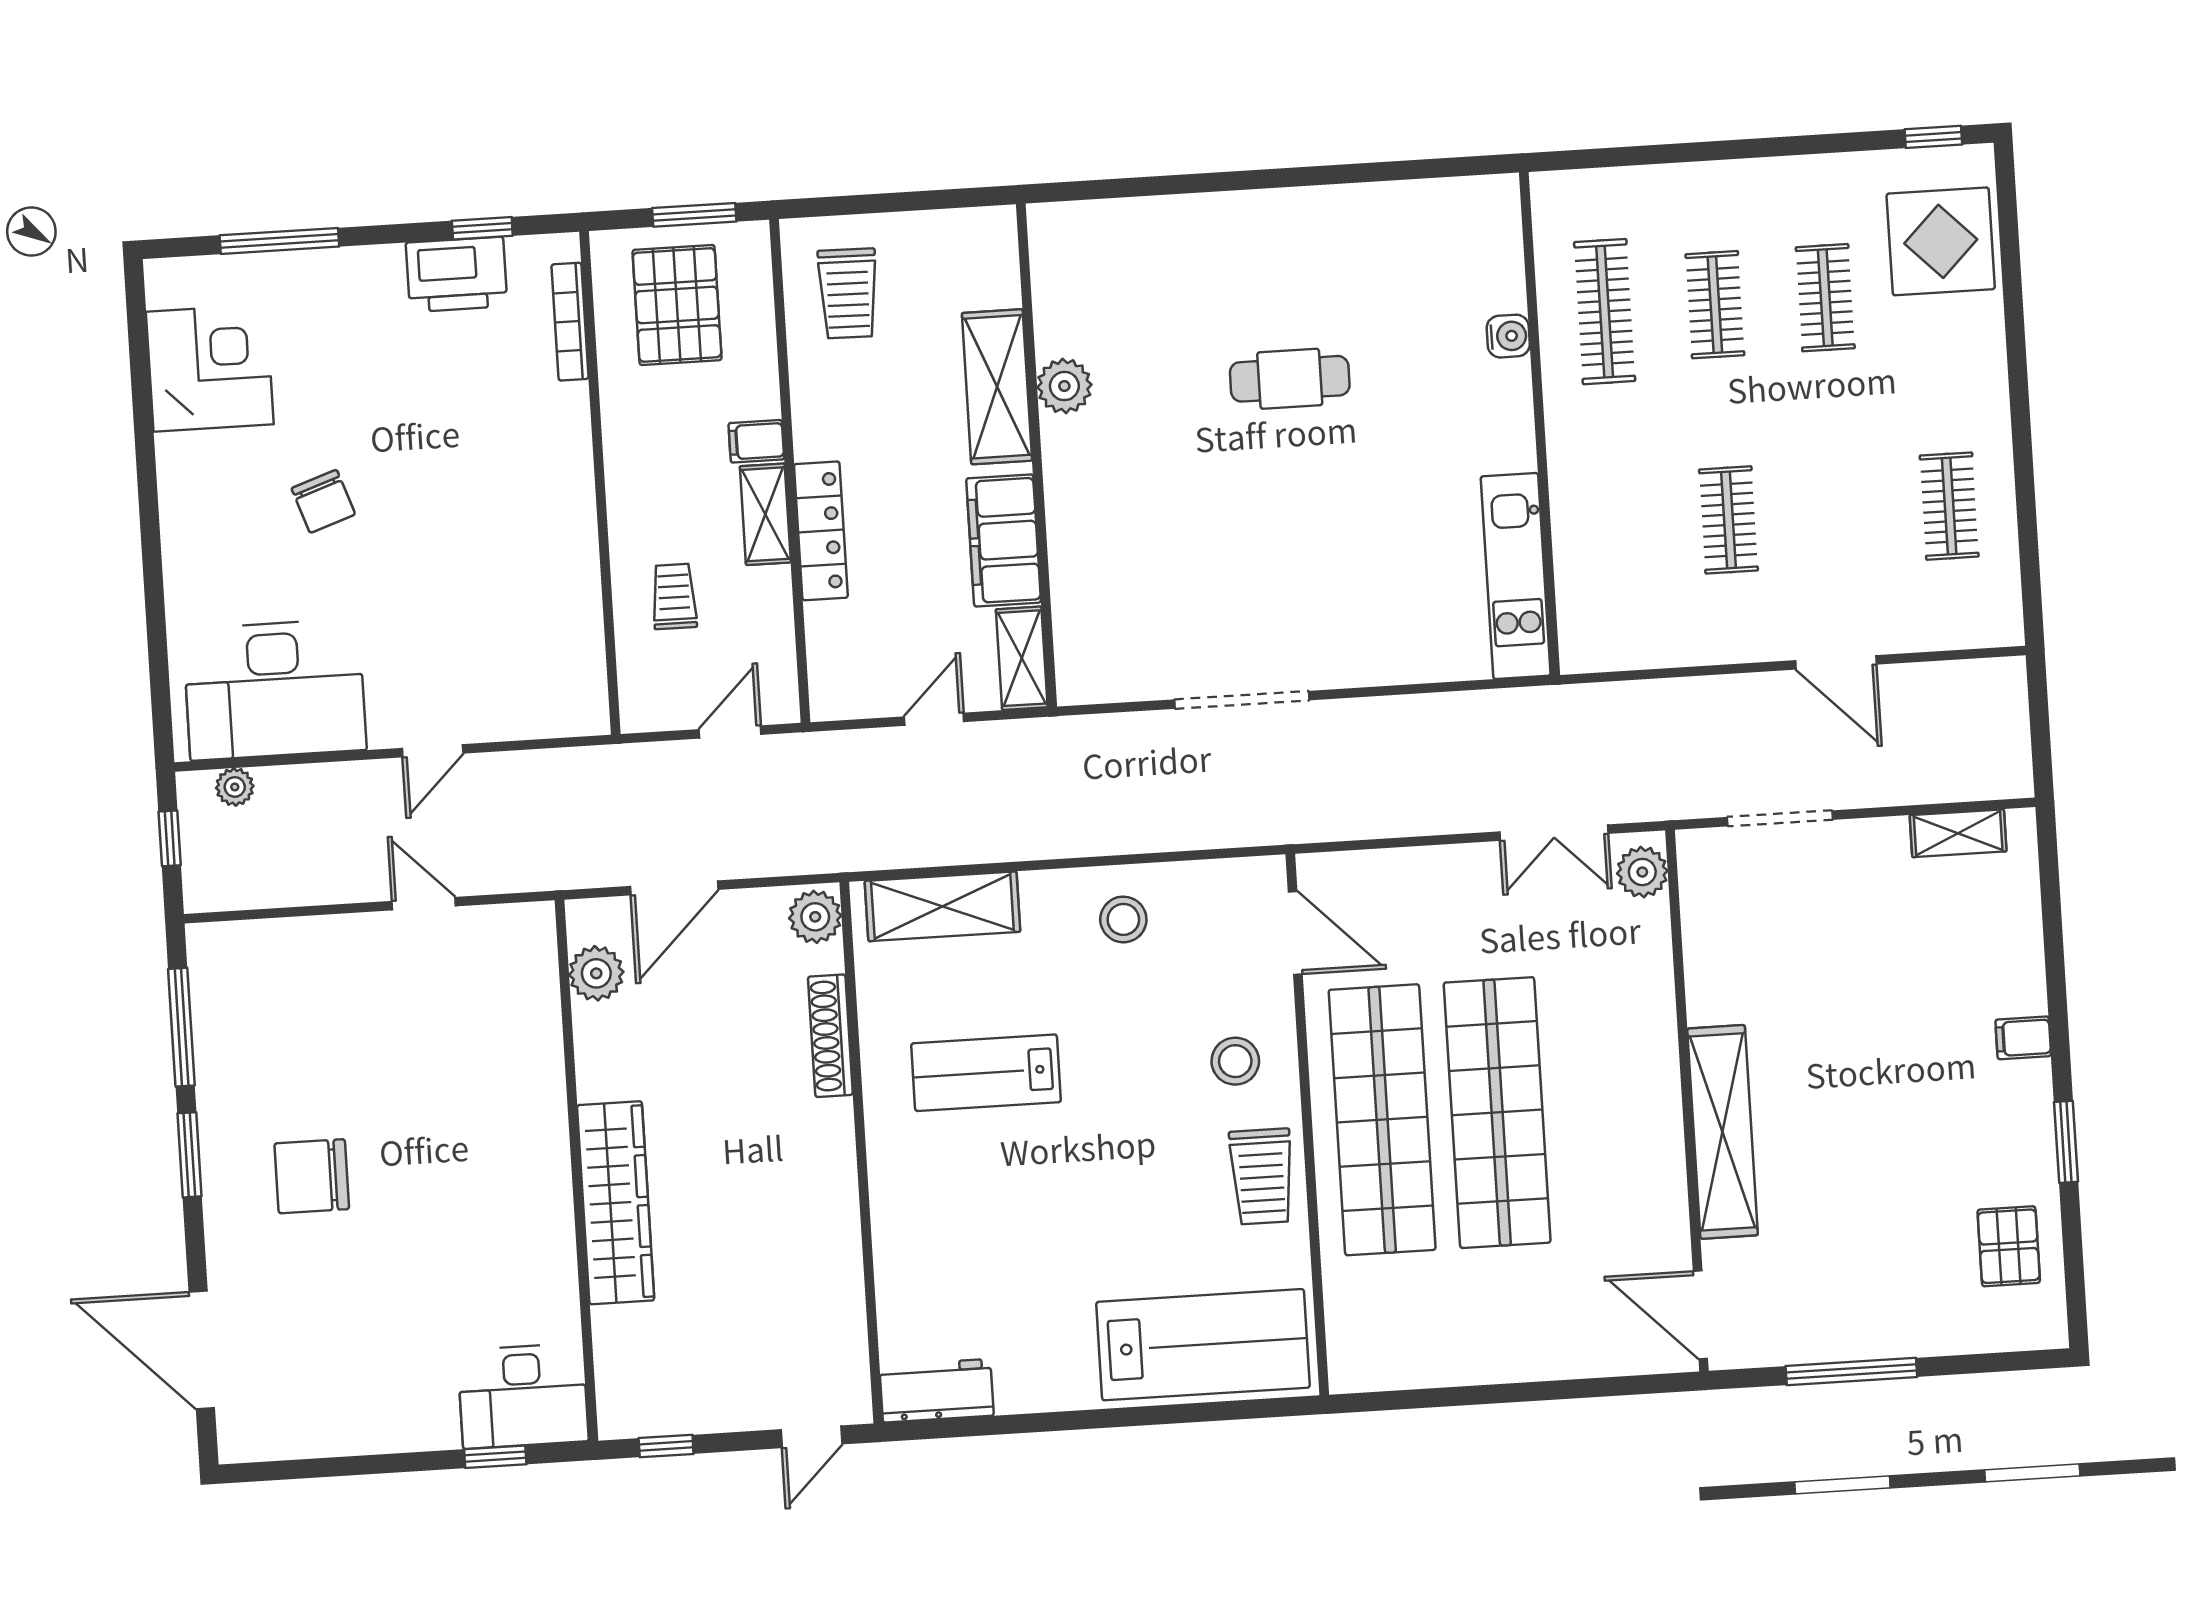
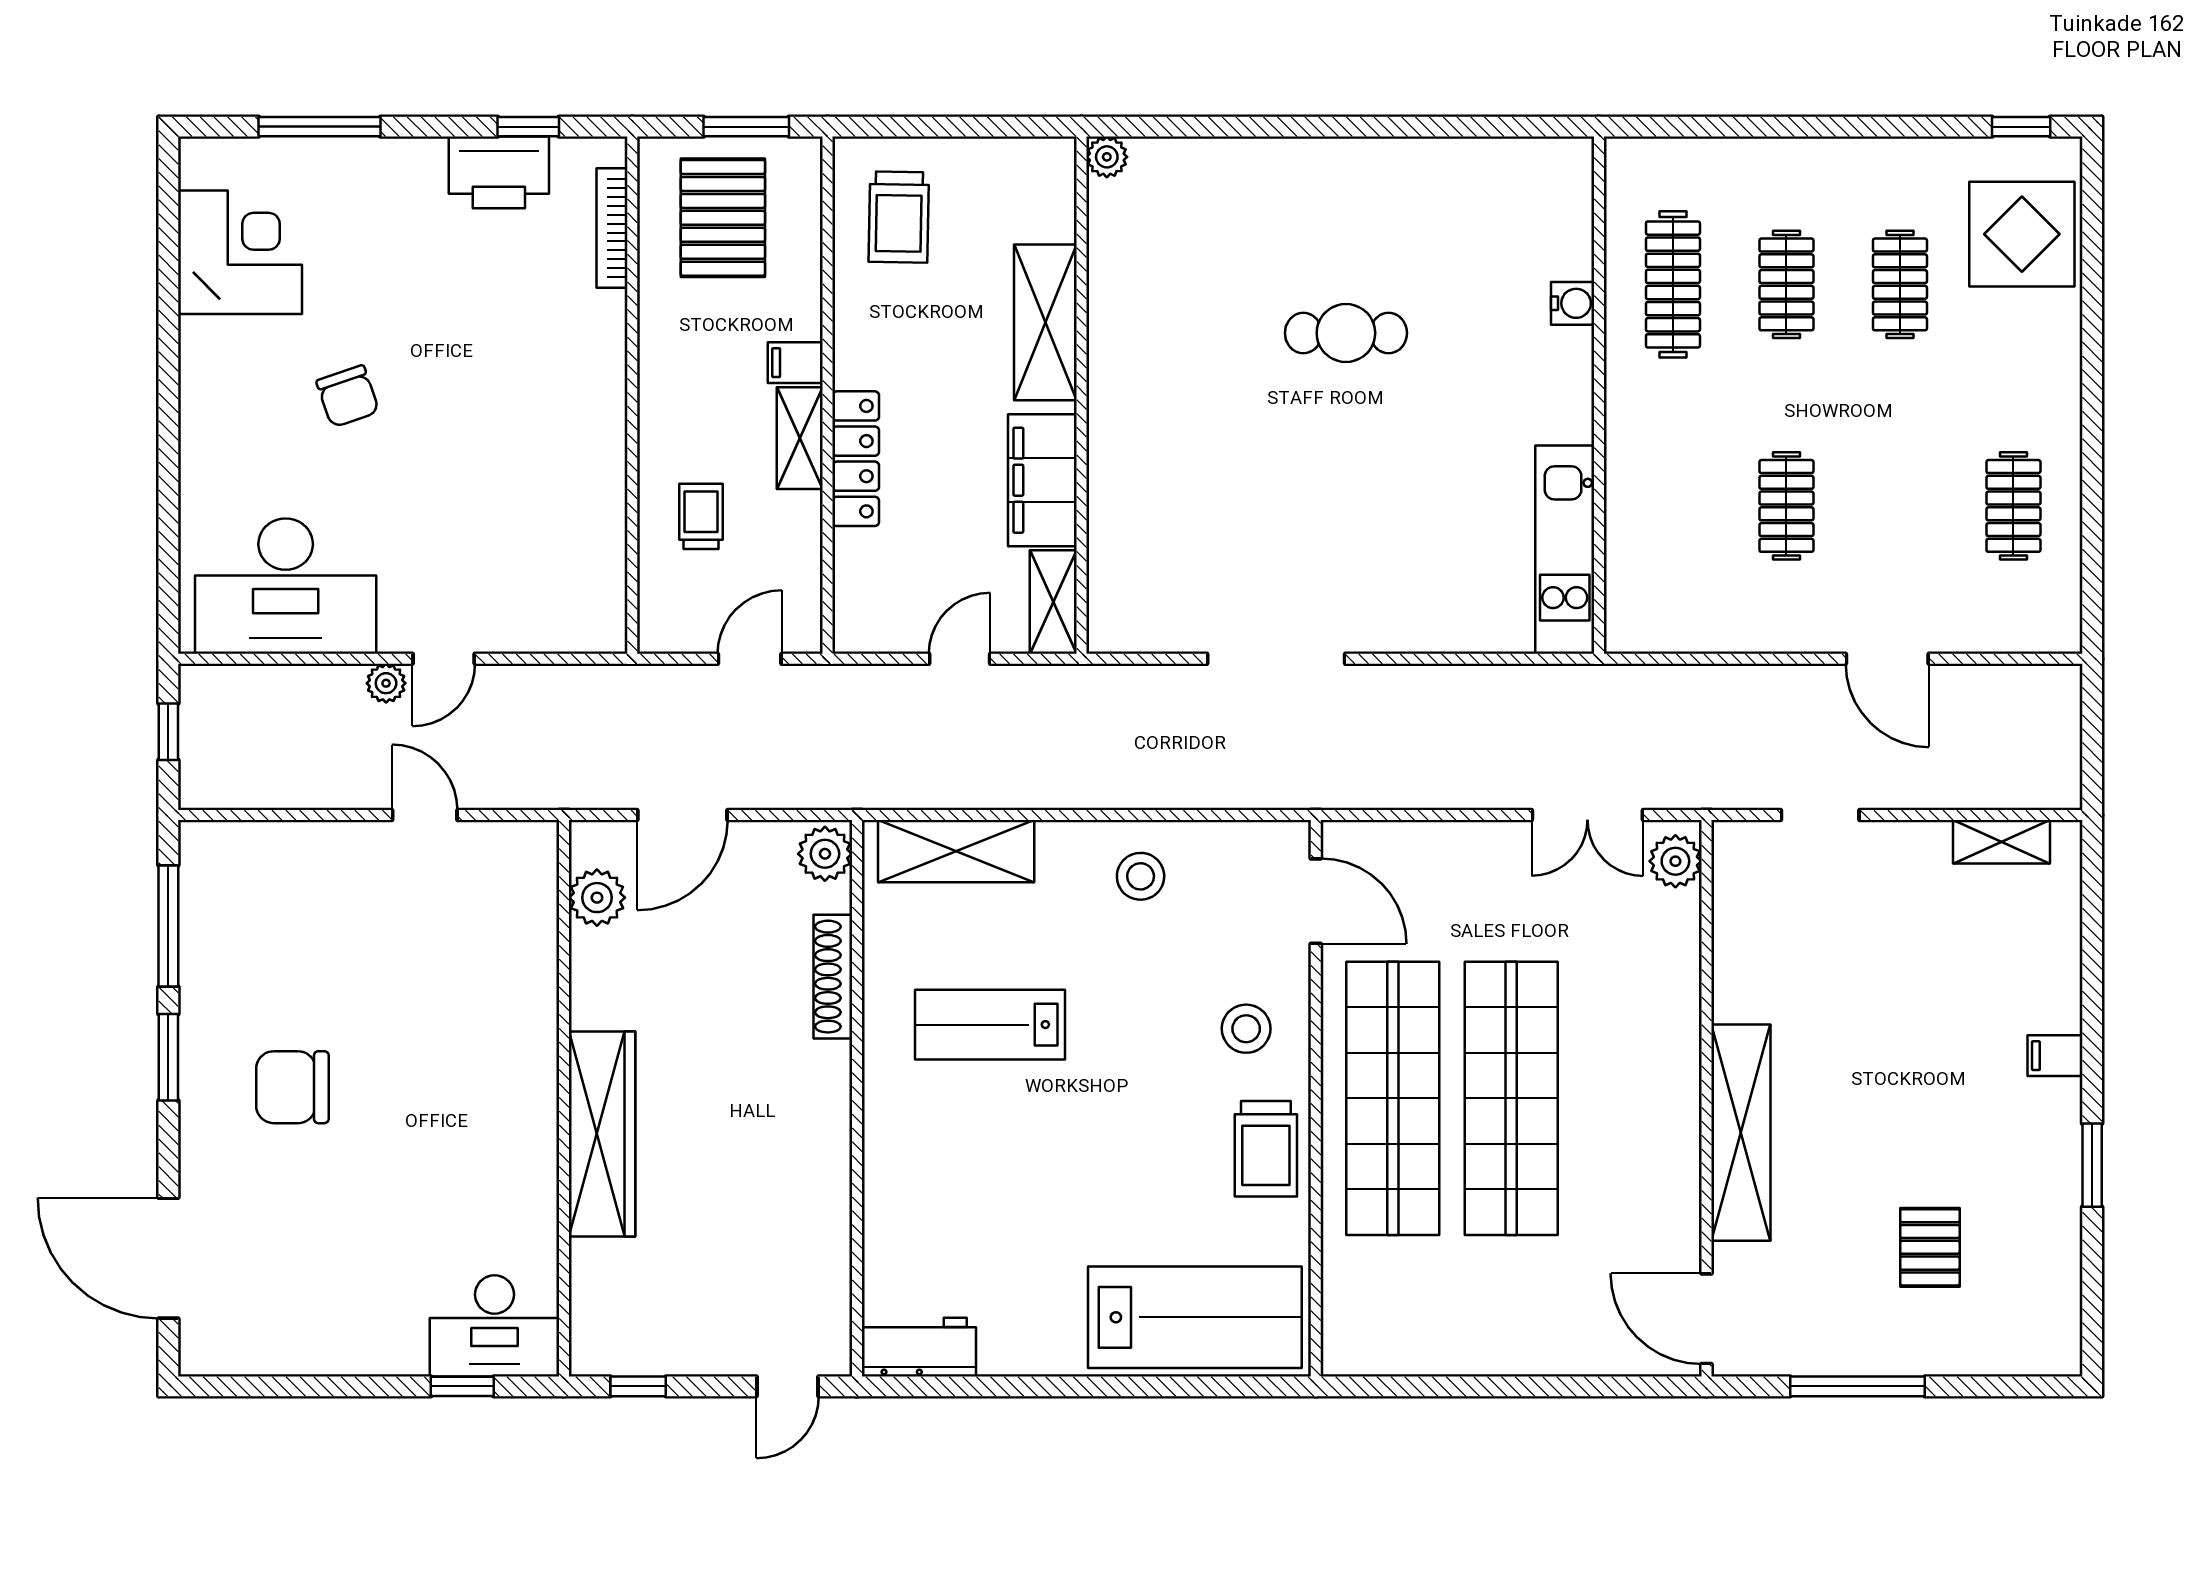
plant: (1064, 386) -> (1107, 157), moved, width x0.73, depth x0.73
plant: (235, 787) -> (386, 683), moved
doorway: (1780, 818) -> (1820, 815), width x0.73
pallet: (2009, 1246) -> (1930, 1247), moved

